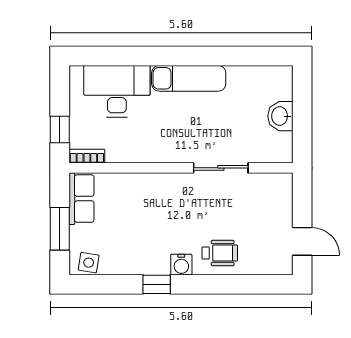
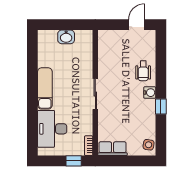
sliding door: (221, 168) -> (95, 94), moved
window: (60, 229) -> (130, 161), removed
wheelchair: (220, 253) -> (143, 71), turned 180

